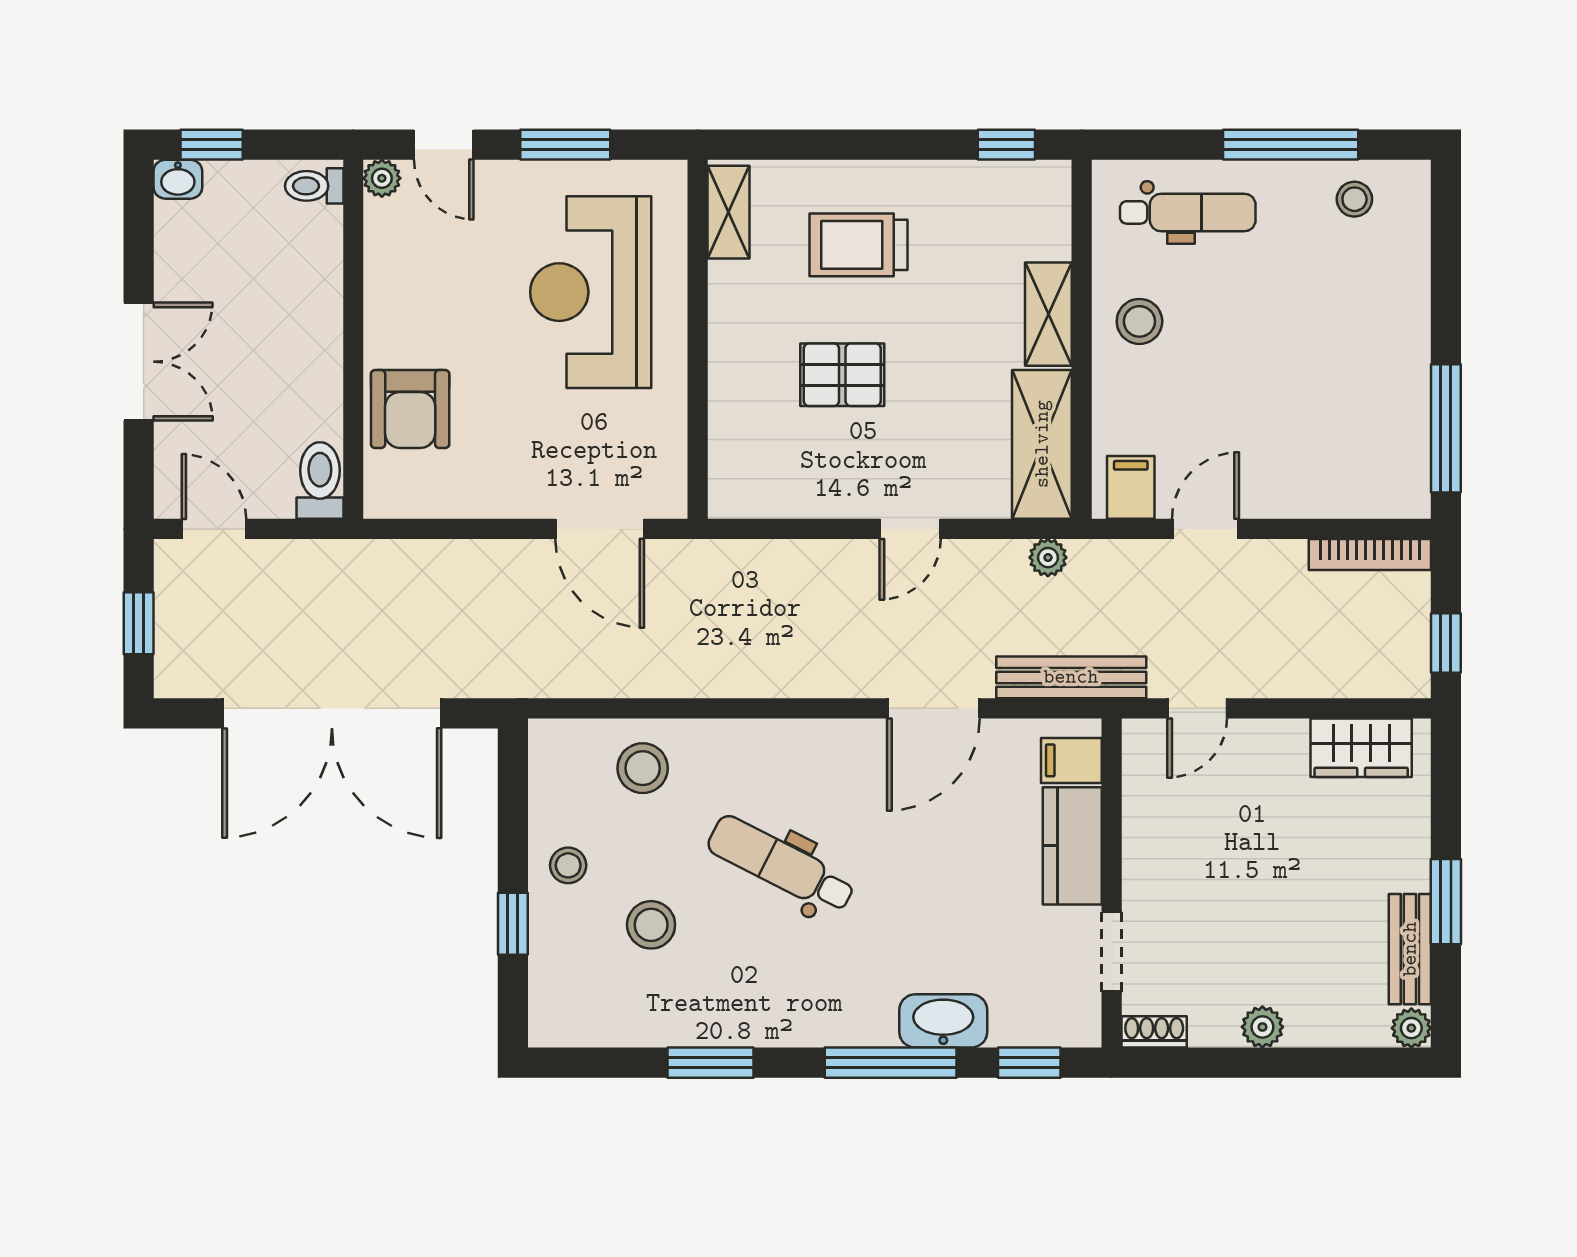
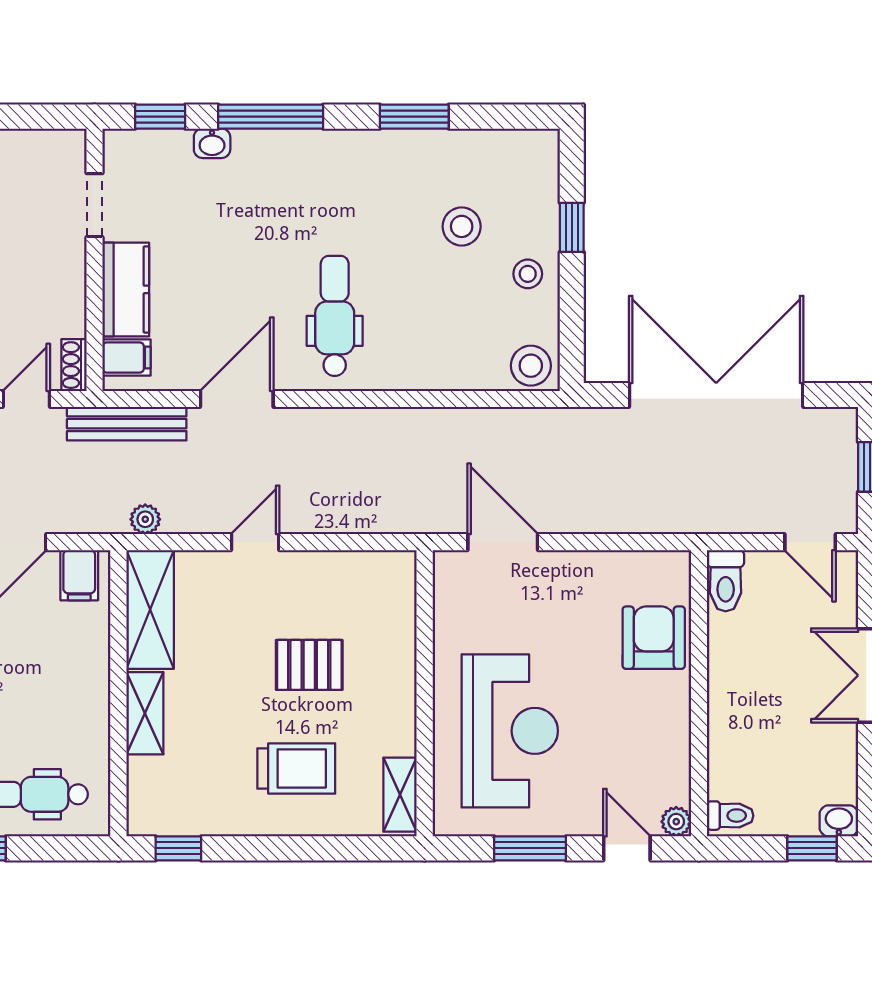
stool: (1139, 321) -> (72, 707), removed
stool: (643, 768) -> (531, 366), moved
dental chair: (781, 865) -> (335, 316), moved, turned -117
washbasin: (943, 1021) -> (212, 143), width x0.52, depth x0.69
shoe rack: (1154, 1032) -> (74, 365), moved, turned 90

